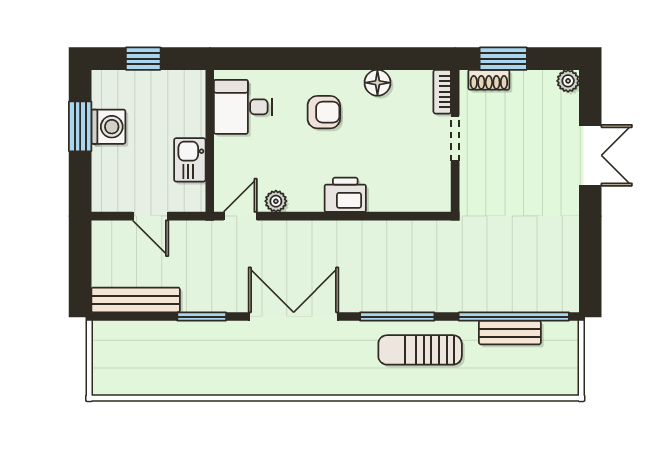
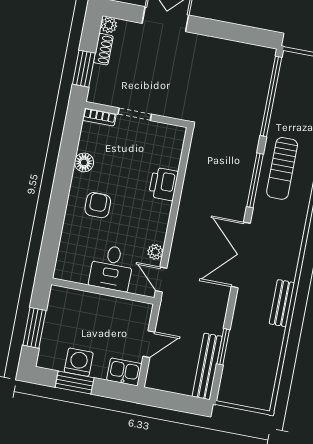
window: (143, 59) -> (34, 328), width x1.50
shoe rack: (489, 80) -> (103, 49), moved
desk: (243, 107) -> (112, 268), moved
kitchen sink: (190, 160) -> (124, 372), moved, turned 180
printer: (345, 195) -> (163, 184), moved
window: (202, 317) -> (223, 347), moved
bench: (510, 333) -> (282, 303), moved

